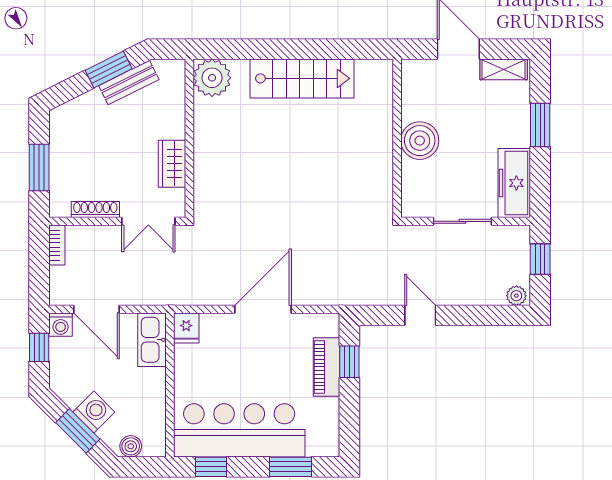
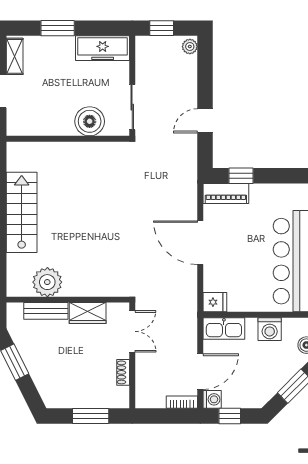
plant: (212, 78) -> (47, 282), moved
bench: (129, 83) -> (46, 311), moved, turned -63
boiler: (420, 141) -> (90, 121), moved
shoe rack: (95, 209) -> (123, 372), width x0.70
sliding door: (462, 221) -> (132, 107), moved
bookcase: (57, 245) -> (182, 402), moved
piano: (327, 367) -> (226, 193), moved
washing machine: (94, 412) -> (270, 329), moved, turned -135

